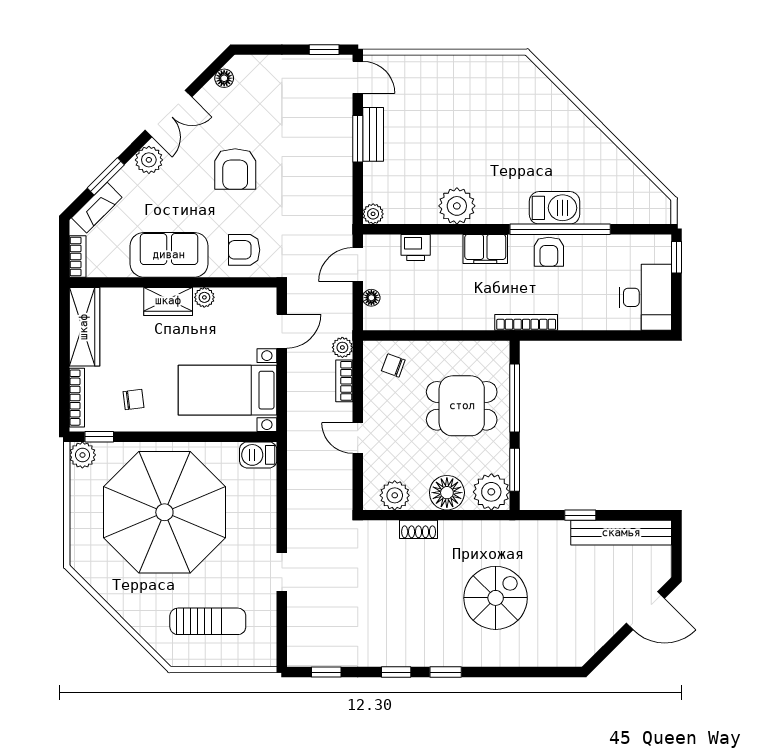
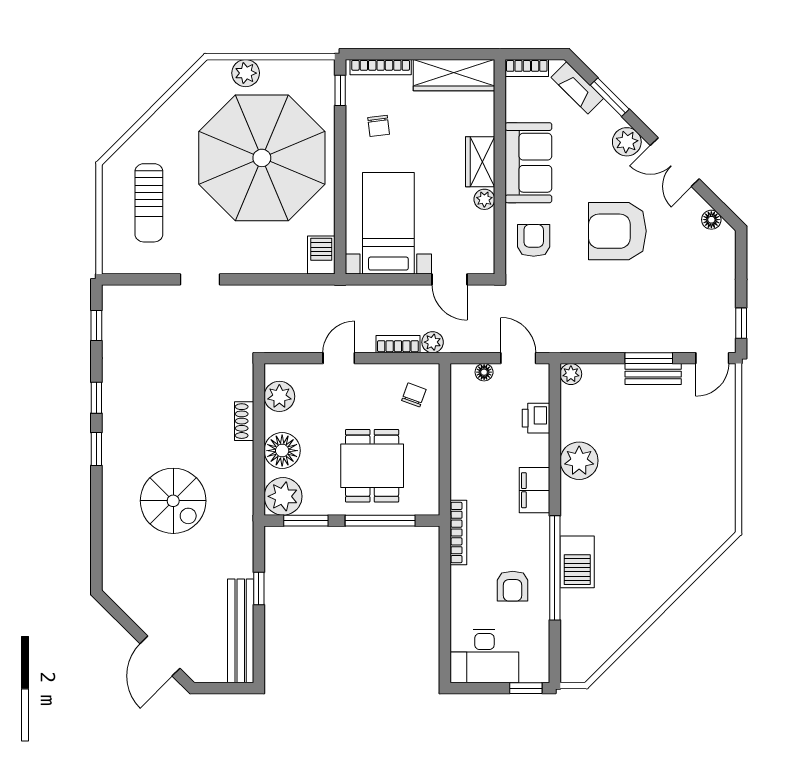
armchair: (235, 169) -> (617, 231), width x1.36, depth x1.36
armchair: (549, 252) -> (513, 586), moved, turned -90
plant: (82, 455) -> (246, 73), moved

